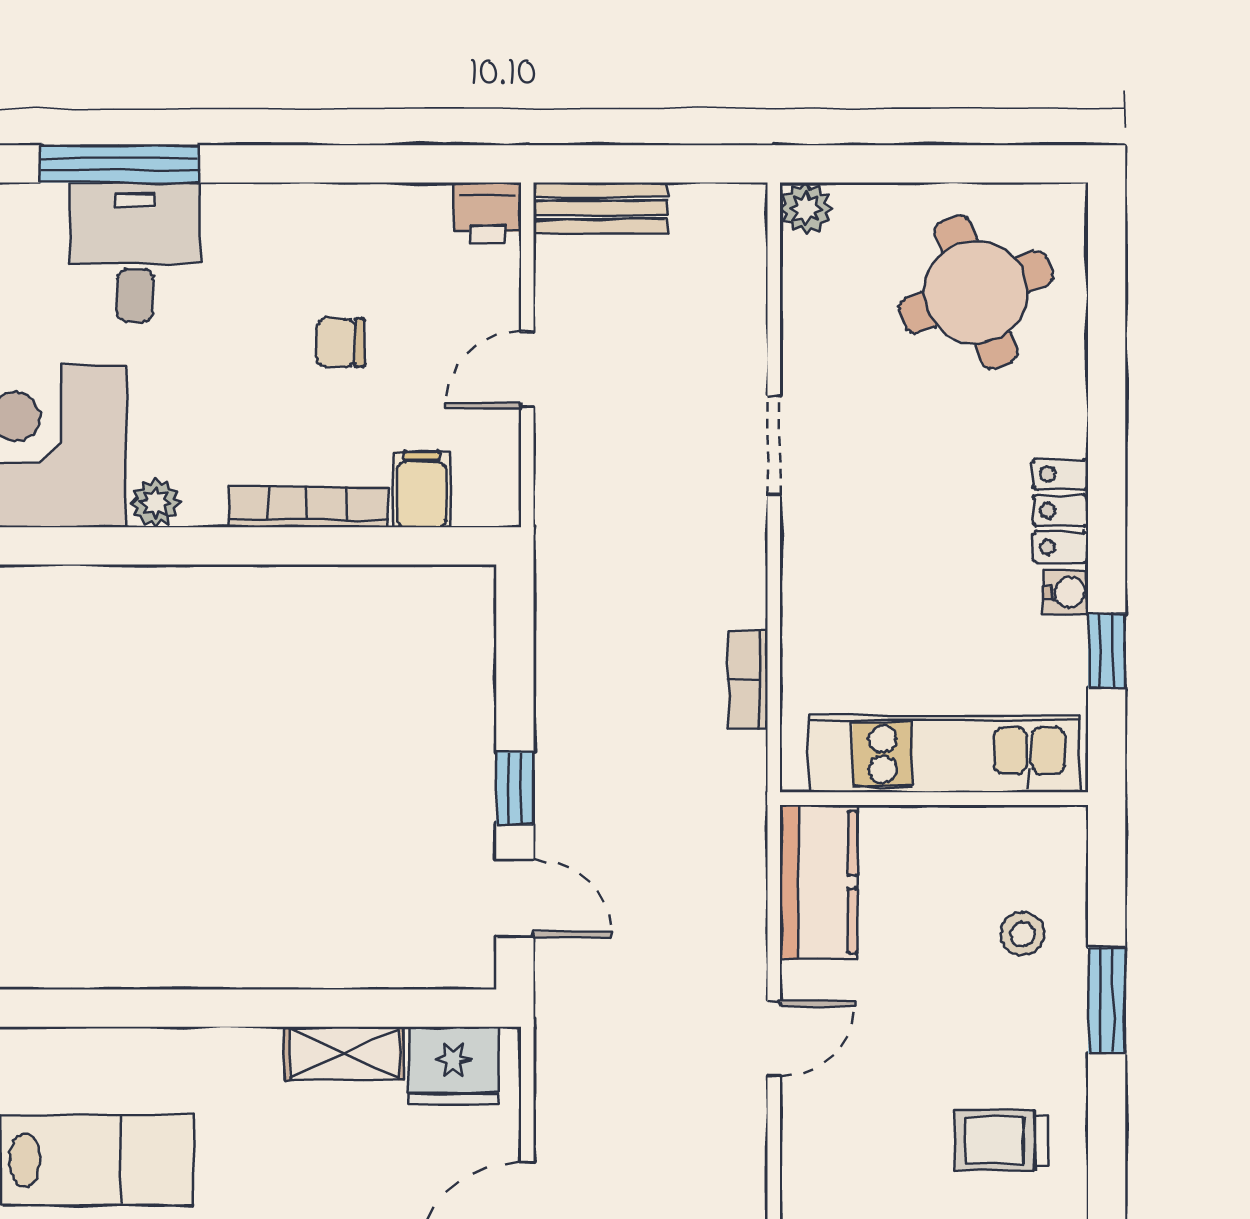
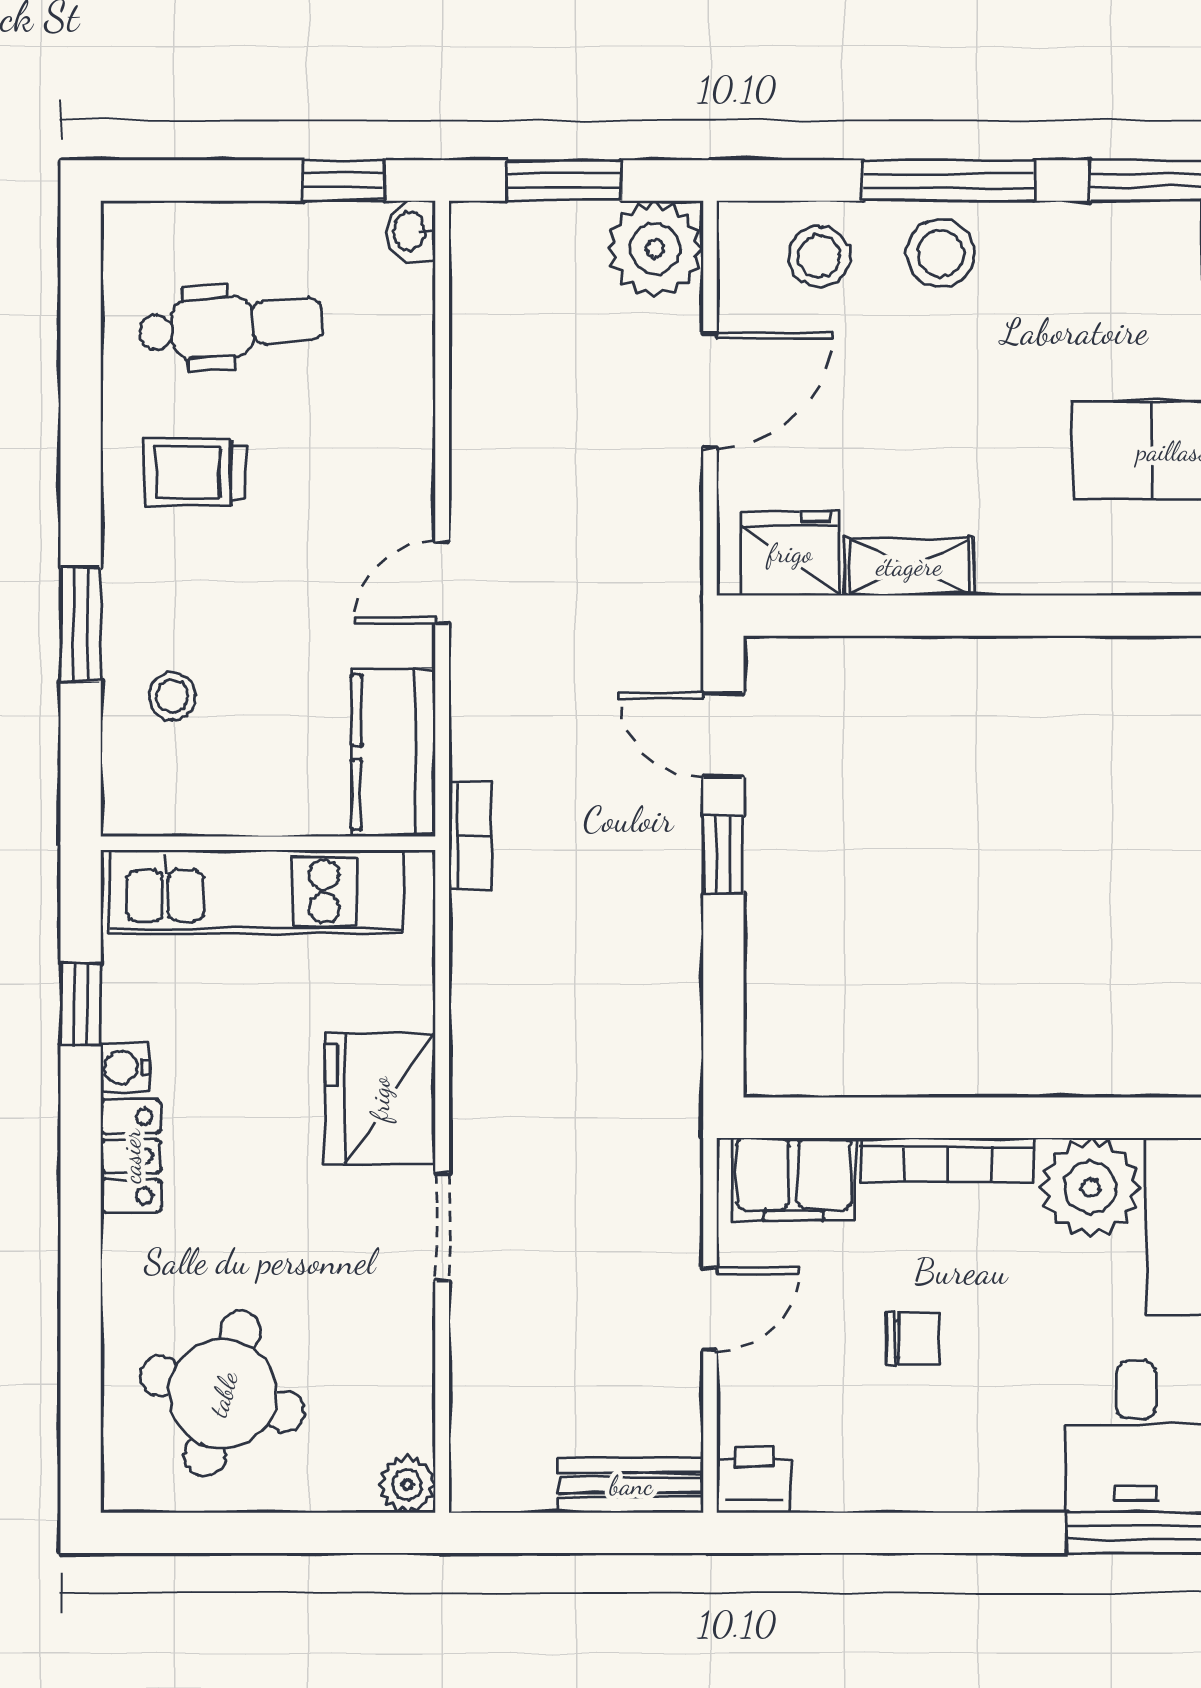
round table: (976, 292) -> (223, 1394), turned 36
filing cabinet: (422, 489) -> (794, 1179), width x2.00
plant: (156, 503) -> (1091, 1188), width x1.87, depth x1.87
fridge: (831, 564) -> (380, 1099), added
bookcase: (748, 680) -> (470, 837), moved
trolley: (1001, 1140) -> (195, 472), turned 180

